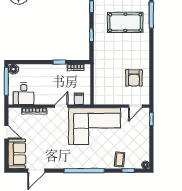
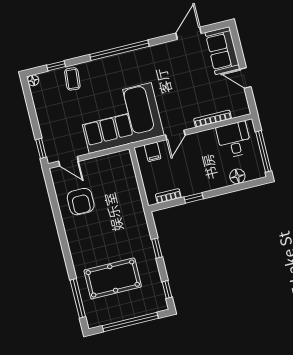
floor lamp: (13, 69) -> (237, 176), moved
armchair: (134, 78) -> (81, 202), turned 180
door: (135, 106) -> (69, 161), swing flipped

